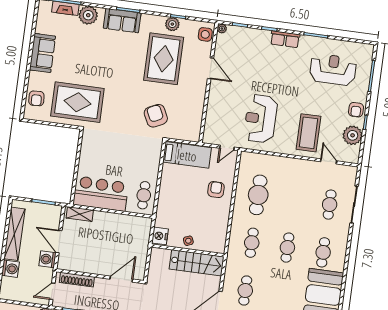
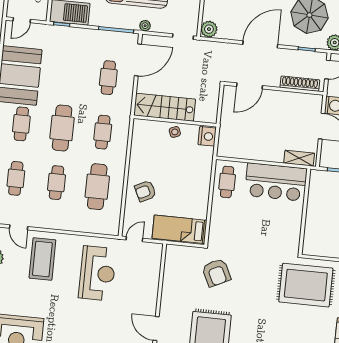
armchair: (216, 190) -> (145, 191), turned 64
cafe table: (294, 200) -> (56, 183), added
cafe table: (287, 248) -> (62, 128), width x1.37, depth x1.35

